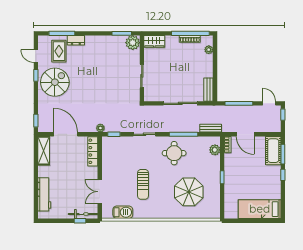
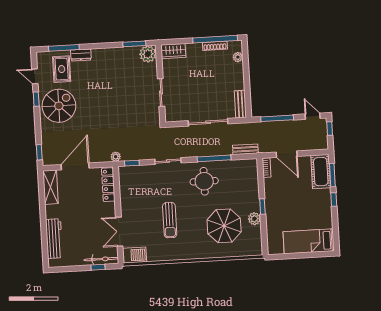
door: (66, 134) -> (75, 166), hinge flipped
plant: (215, 150) -> (254, 219), moved
barbecue: (123, 212) -> (135, 255), moved

